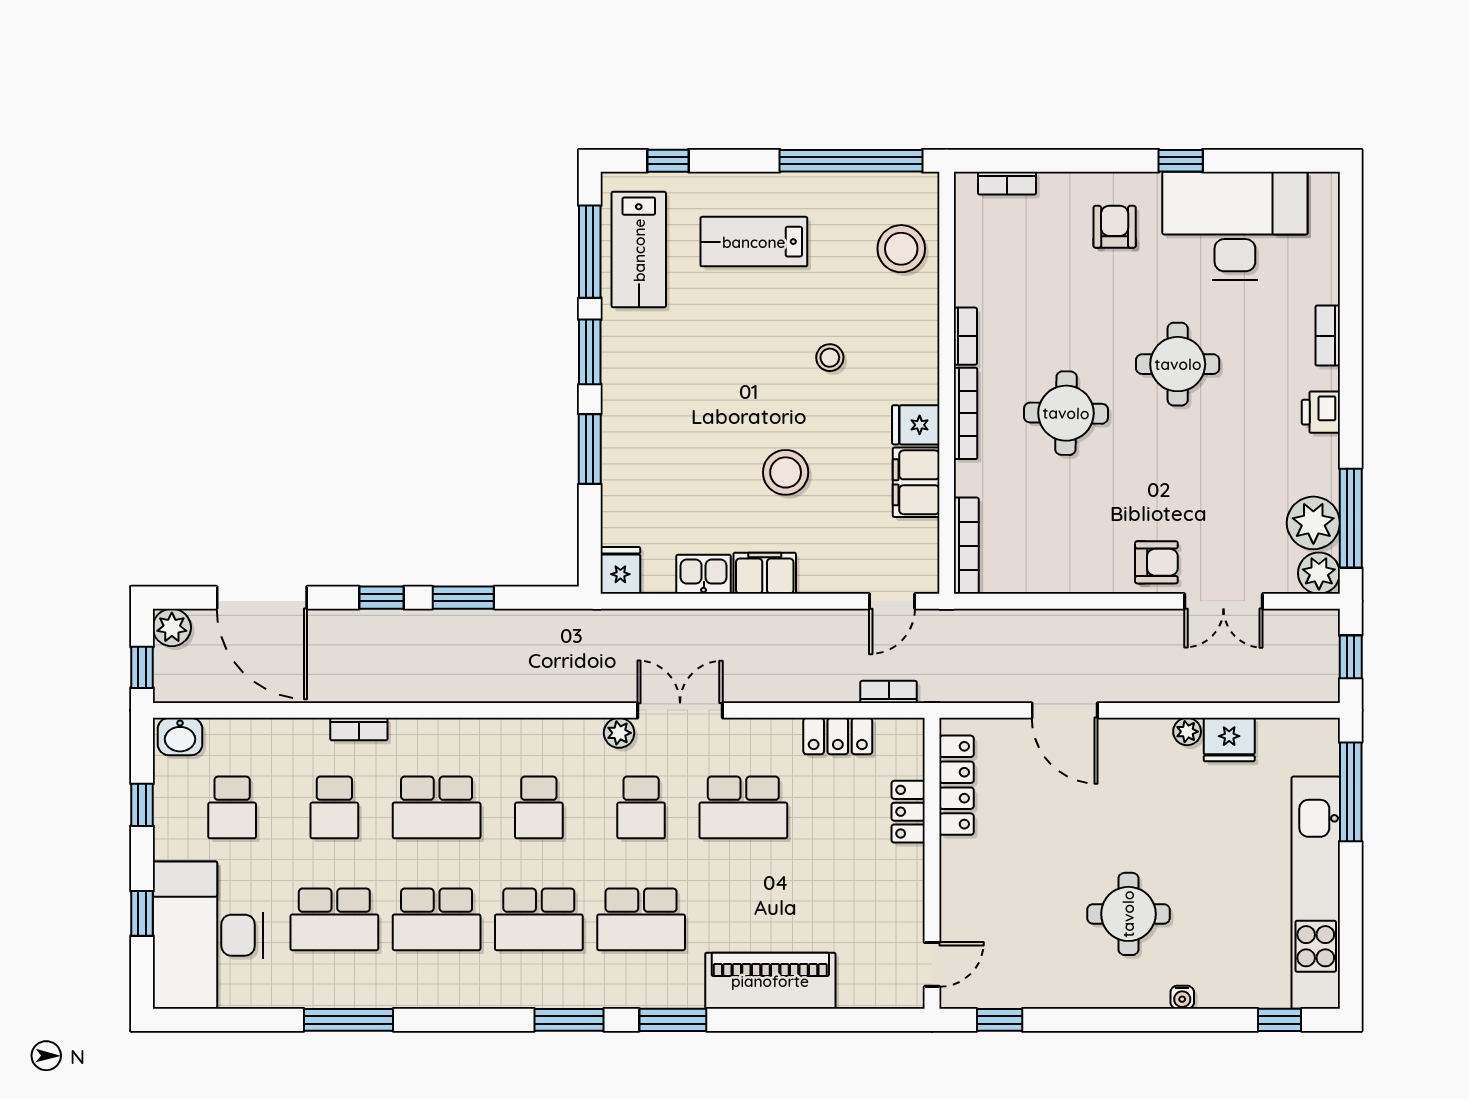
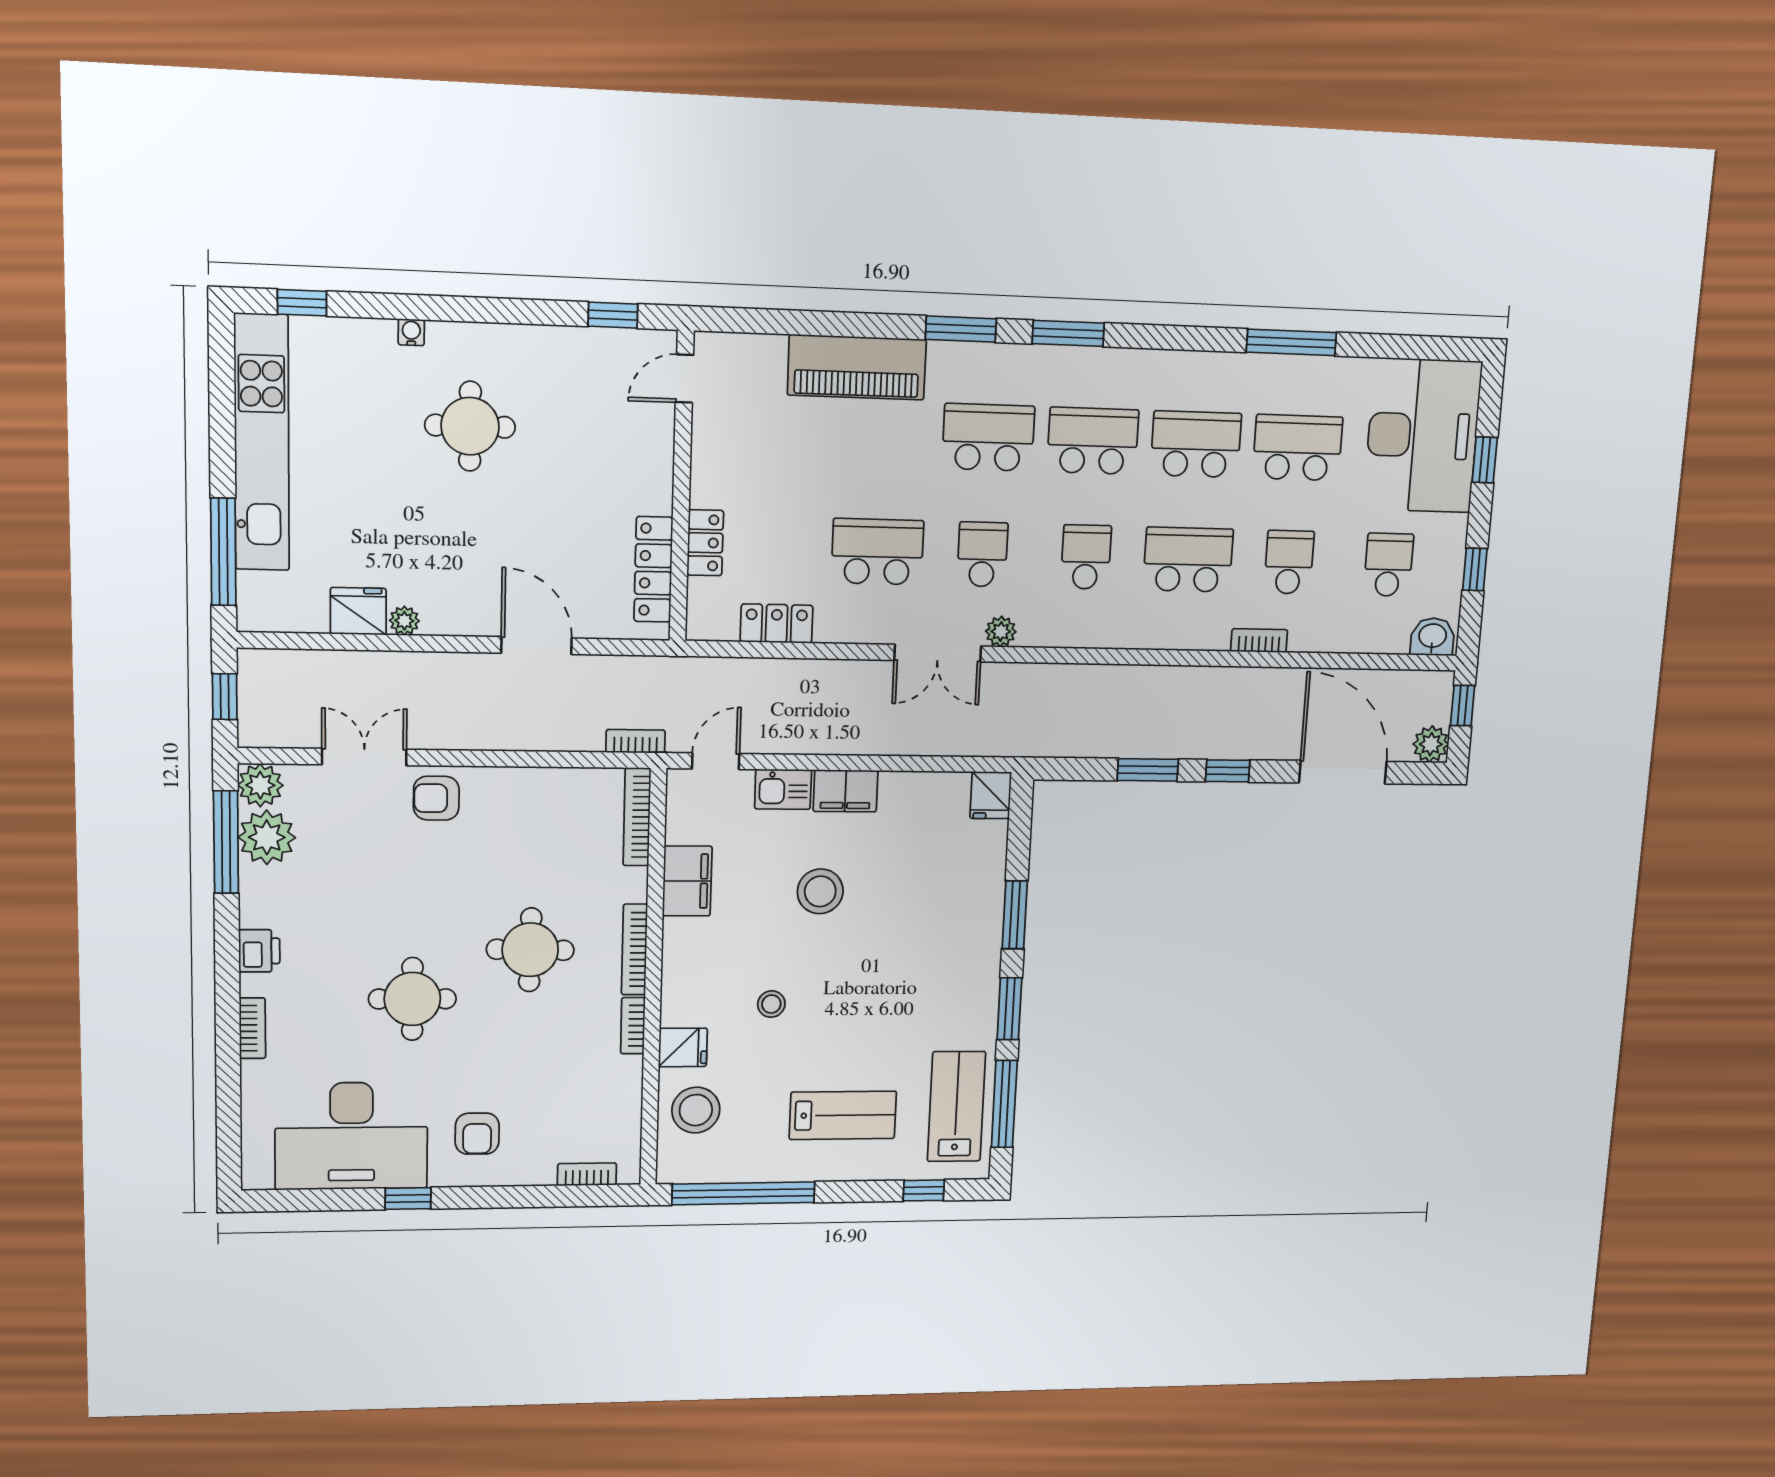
fridge: (916, 425) -> (683, 1047), moved
kitchen sink: (704, 574) -> (783, 789), moved
bookcase: (889, 692) -> (636, 741), moved, turned 180

